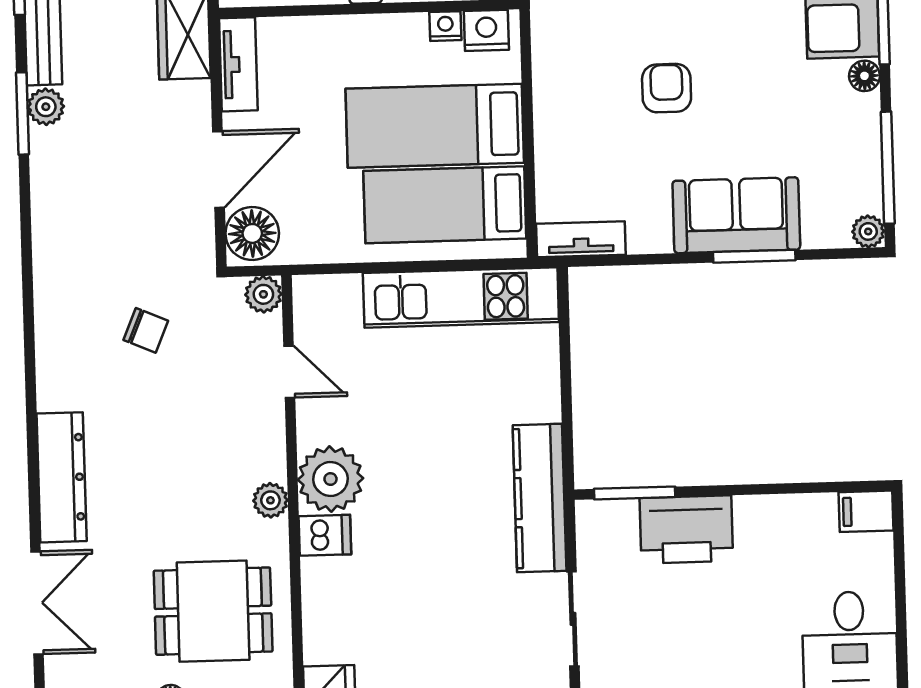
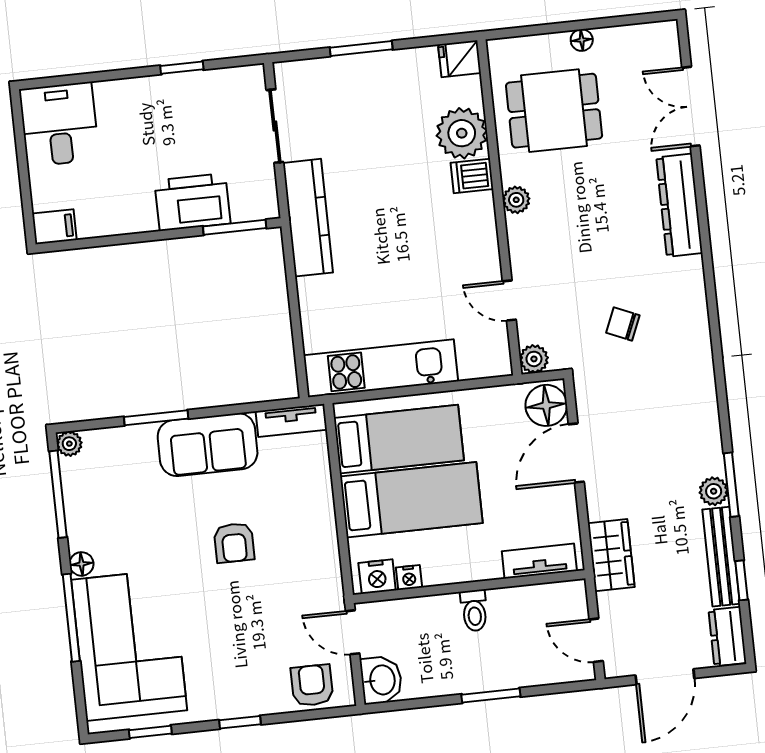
tv unit: (238, 64) -> (539, 561), moved, turned 90
sofa: (736, 215) -> (208, 445), moved
plant: (330, 479) -> (462, 133), moved

